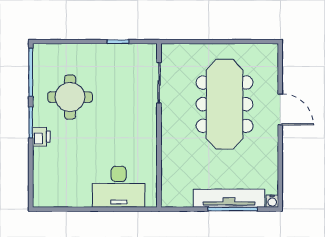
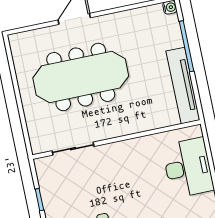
tv unit: (229, 198) -> (183, 86), moved

